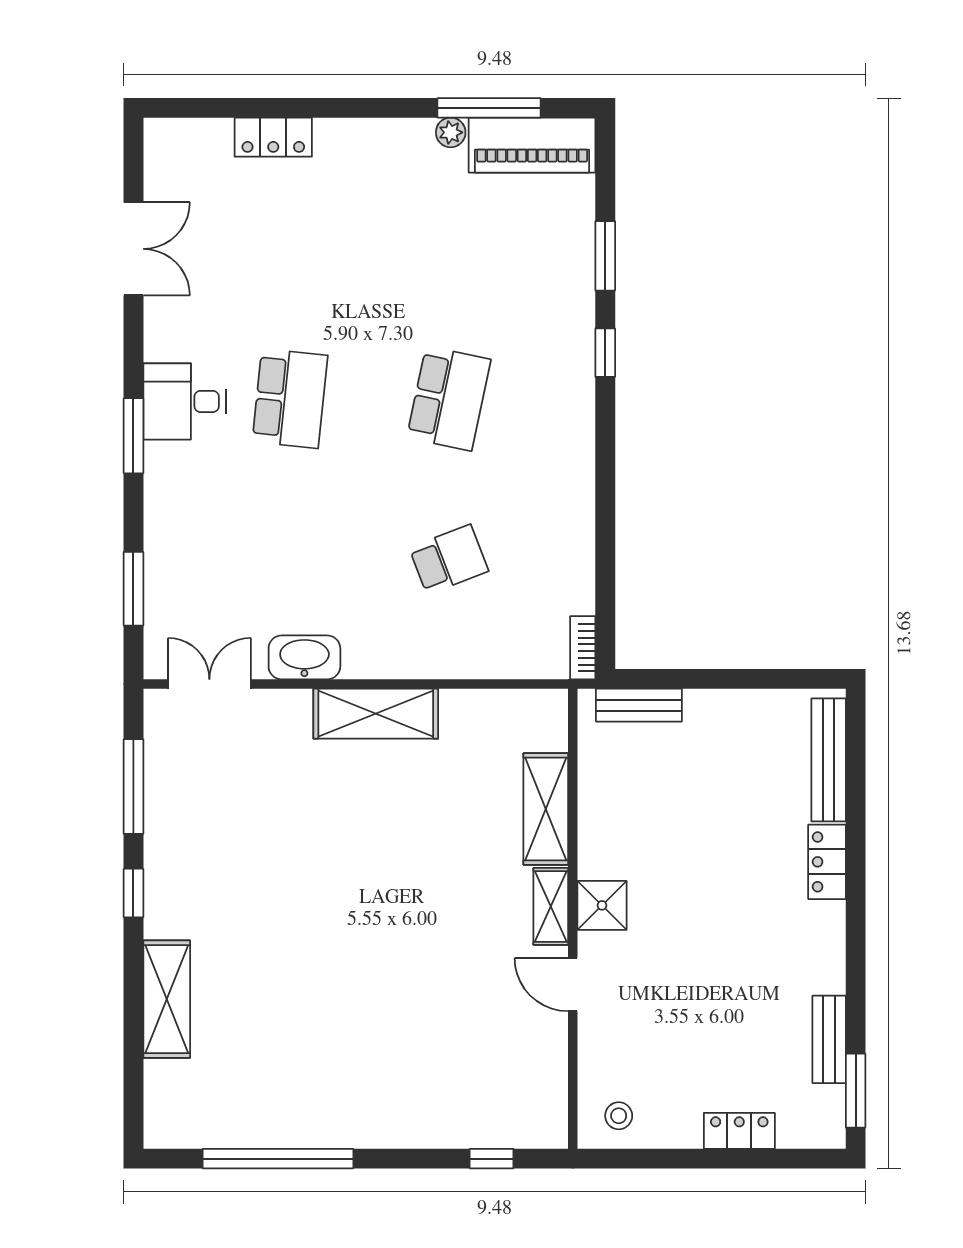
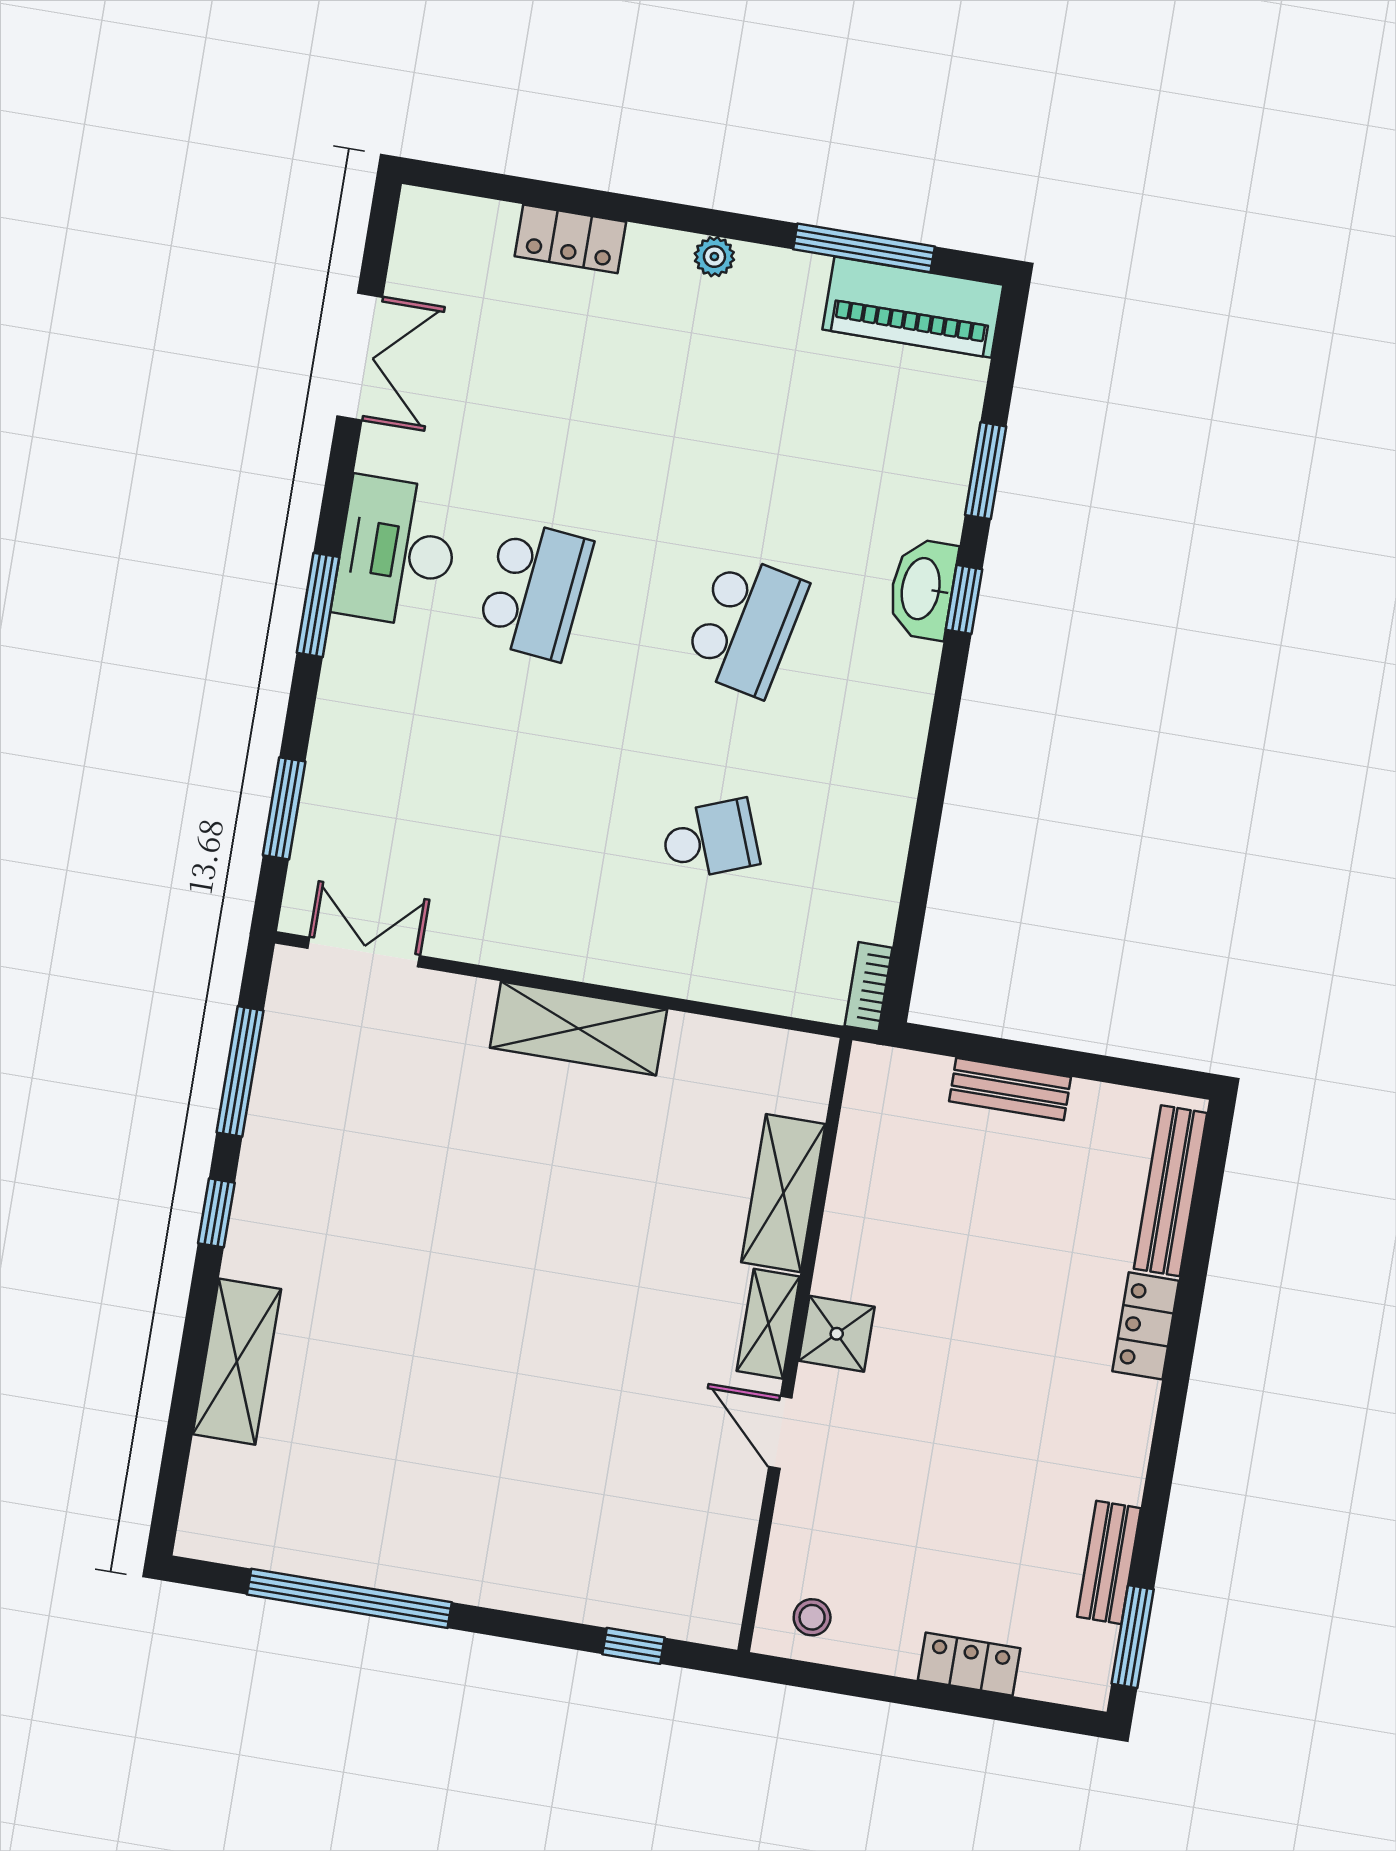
plant: (451, 132) -> (714, 257), moved
desk: (184, 401) -> (397, 552), width x1.37
washbasin: (304, 657) -> (922, 589), moved, turned -90
bench: (639, 705) -> (1010, 1089), moved

